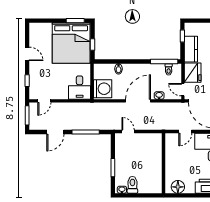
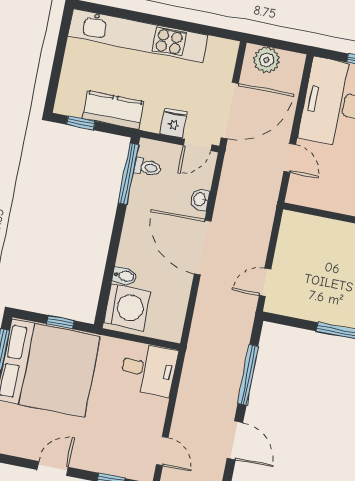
fridge: (193, 73) -> (174, 123), width x0.53, depth x0.75
washing machine: (103, 89) -> (127, 307), moved, turned 90

